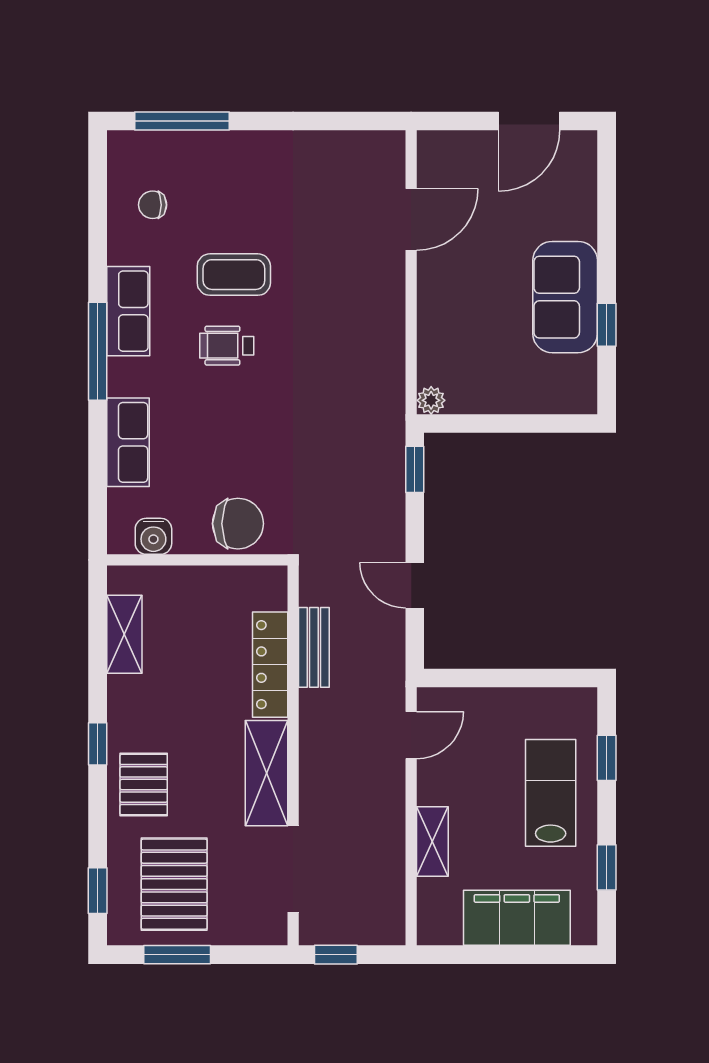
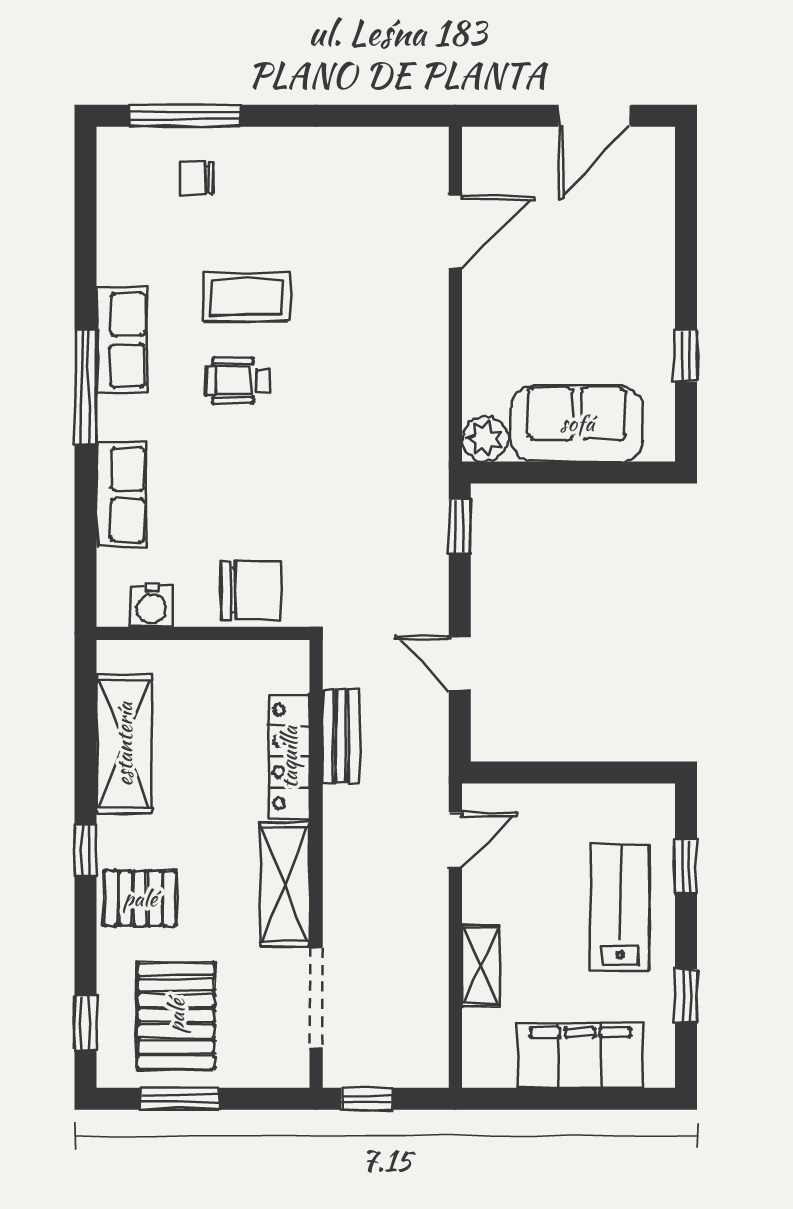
chair: (153, 205) -> (197, 178), moved
sofa: (565, 297) -> (577, 423), moved, turned 90
plant: (431, 400) -> (485, 439), width x1.38, depth x1.38
shelving: (124, 634) -> (124, 744), width x1.50, depth x1.33
pallet: (144, 785) -> (140, 898), turned 90

